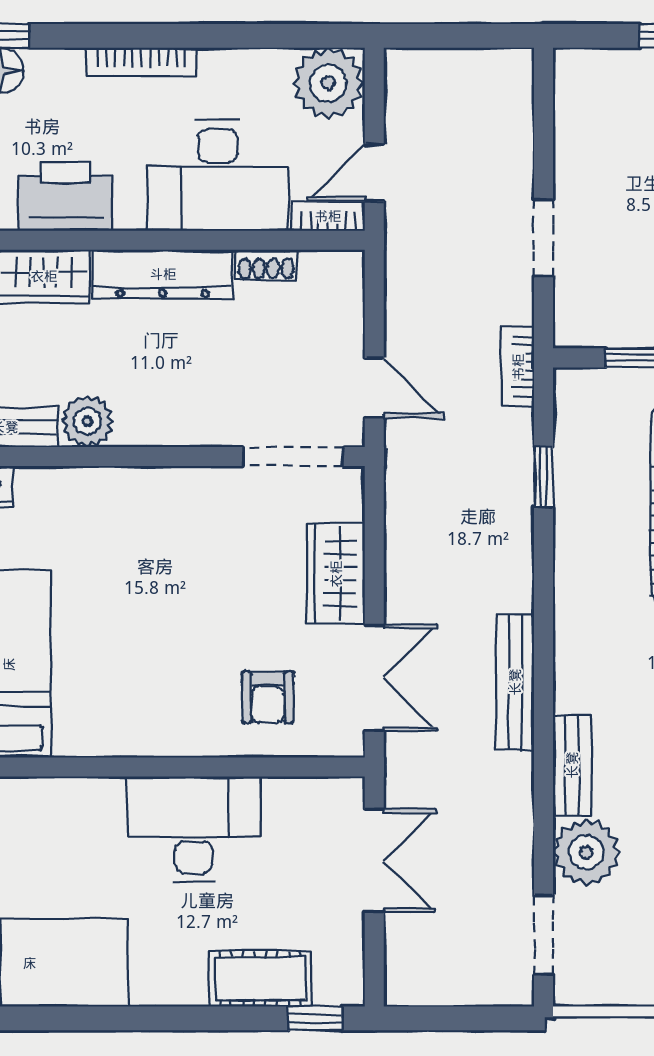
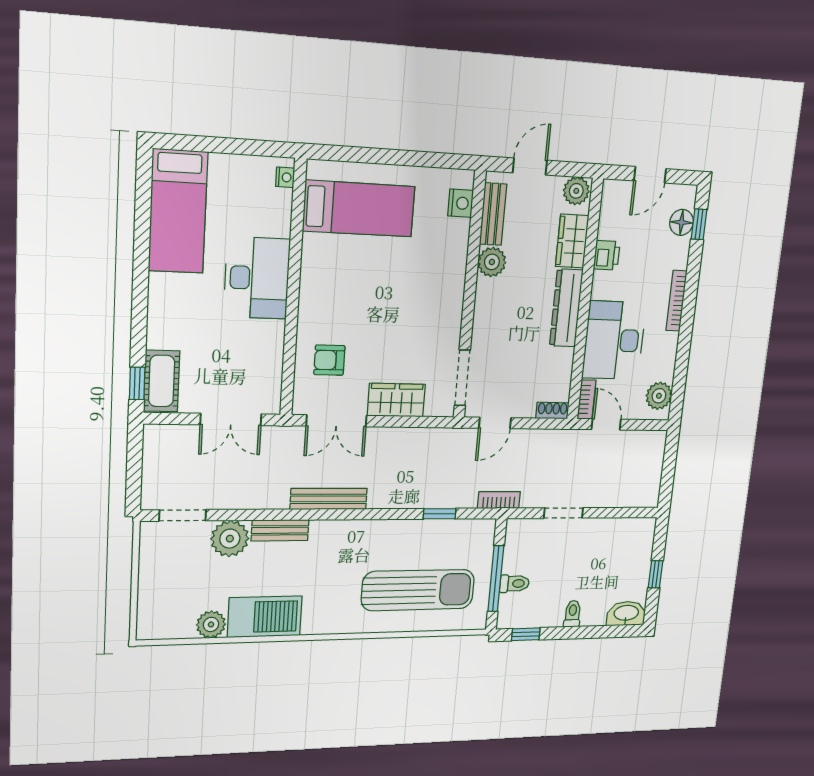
plant: (328, 83) -> (659, 396), width x0.73, depth x0.73
printer: (66, 197) -> (607, 255), width x0.53, depth x0.68
shoe rack: (266, 265) -> (552, 411), moved, turned 90
desk: (194, 829) -> (257, 278), moved
cot: (260, 979) -> (162, 381), moved

